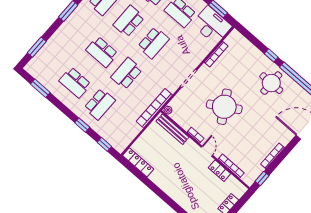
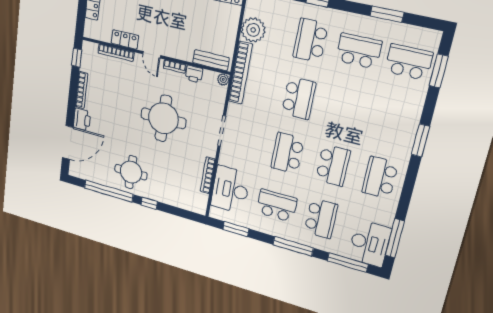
desk: (212, 25) -> (230, 190), moved, turned 90
school desk: (102, 52) -> (409, 62), moved
window: (40, 88) -> (387, 14), moved
round table: (224, 107) -> (163, 118), turned 31
printer: (185, 124) -> (194, 74), added
bench: (172, 129) -> (211, 60), width x0.73
plant: (131, 130) -> (253, 30), added
printer: (285, 137) -> (82, 120), added

